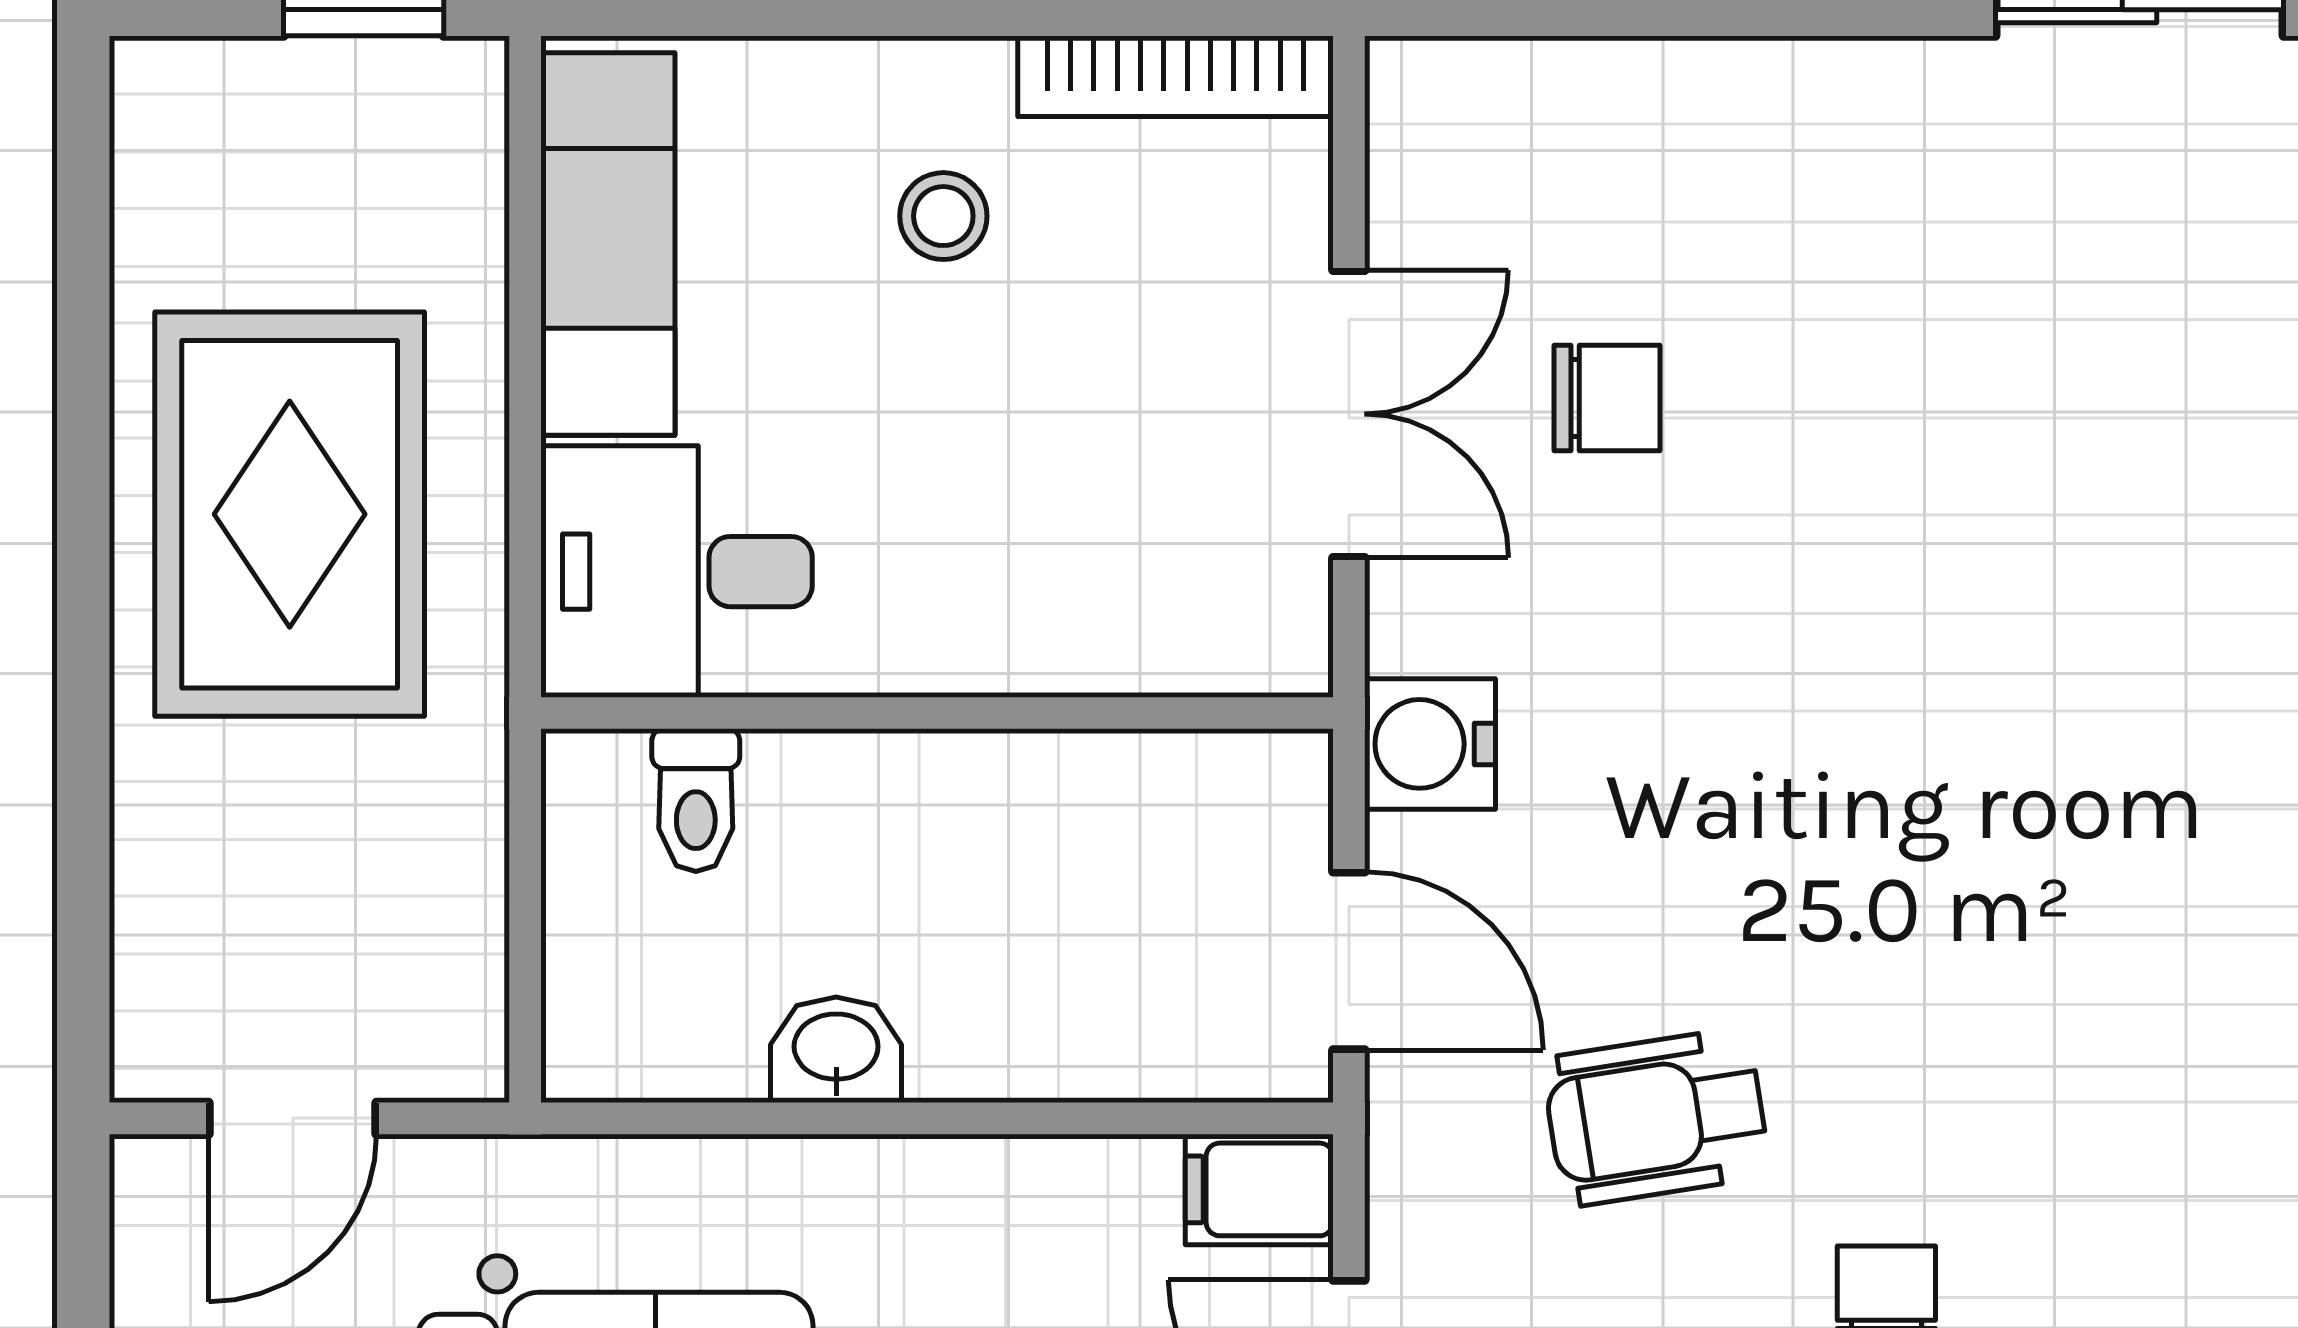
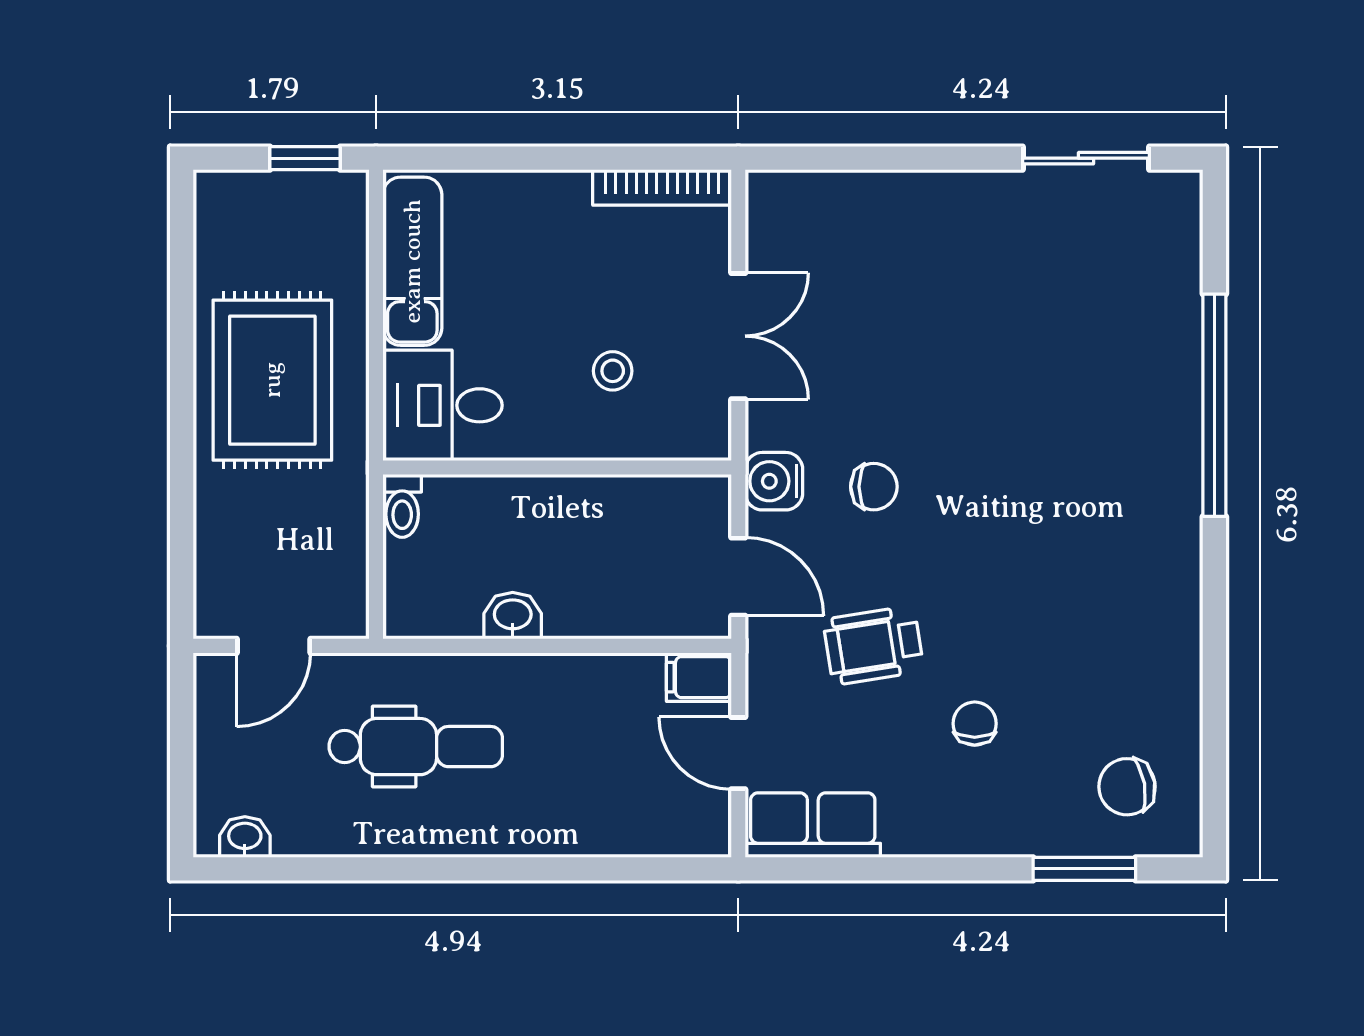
stool: (943, 216) -> (613, 371), moved
chair: (1607, 398) -> (874, 487), moved
toilet: (696, 800) -> (402, 506), moved

